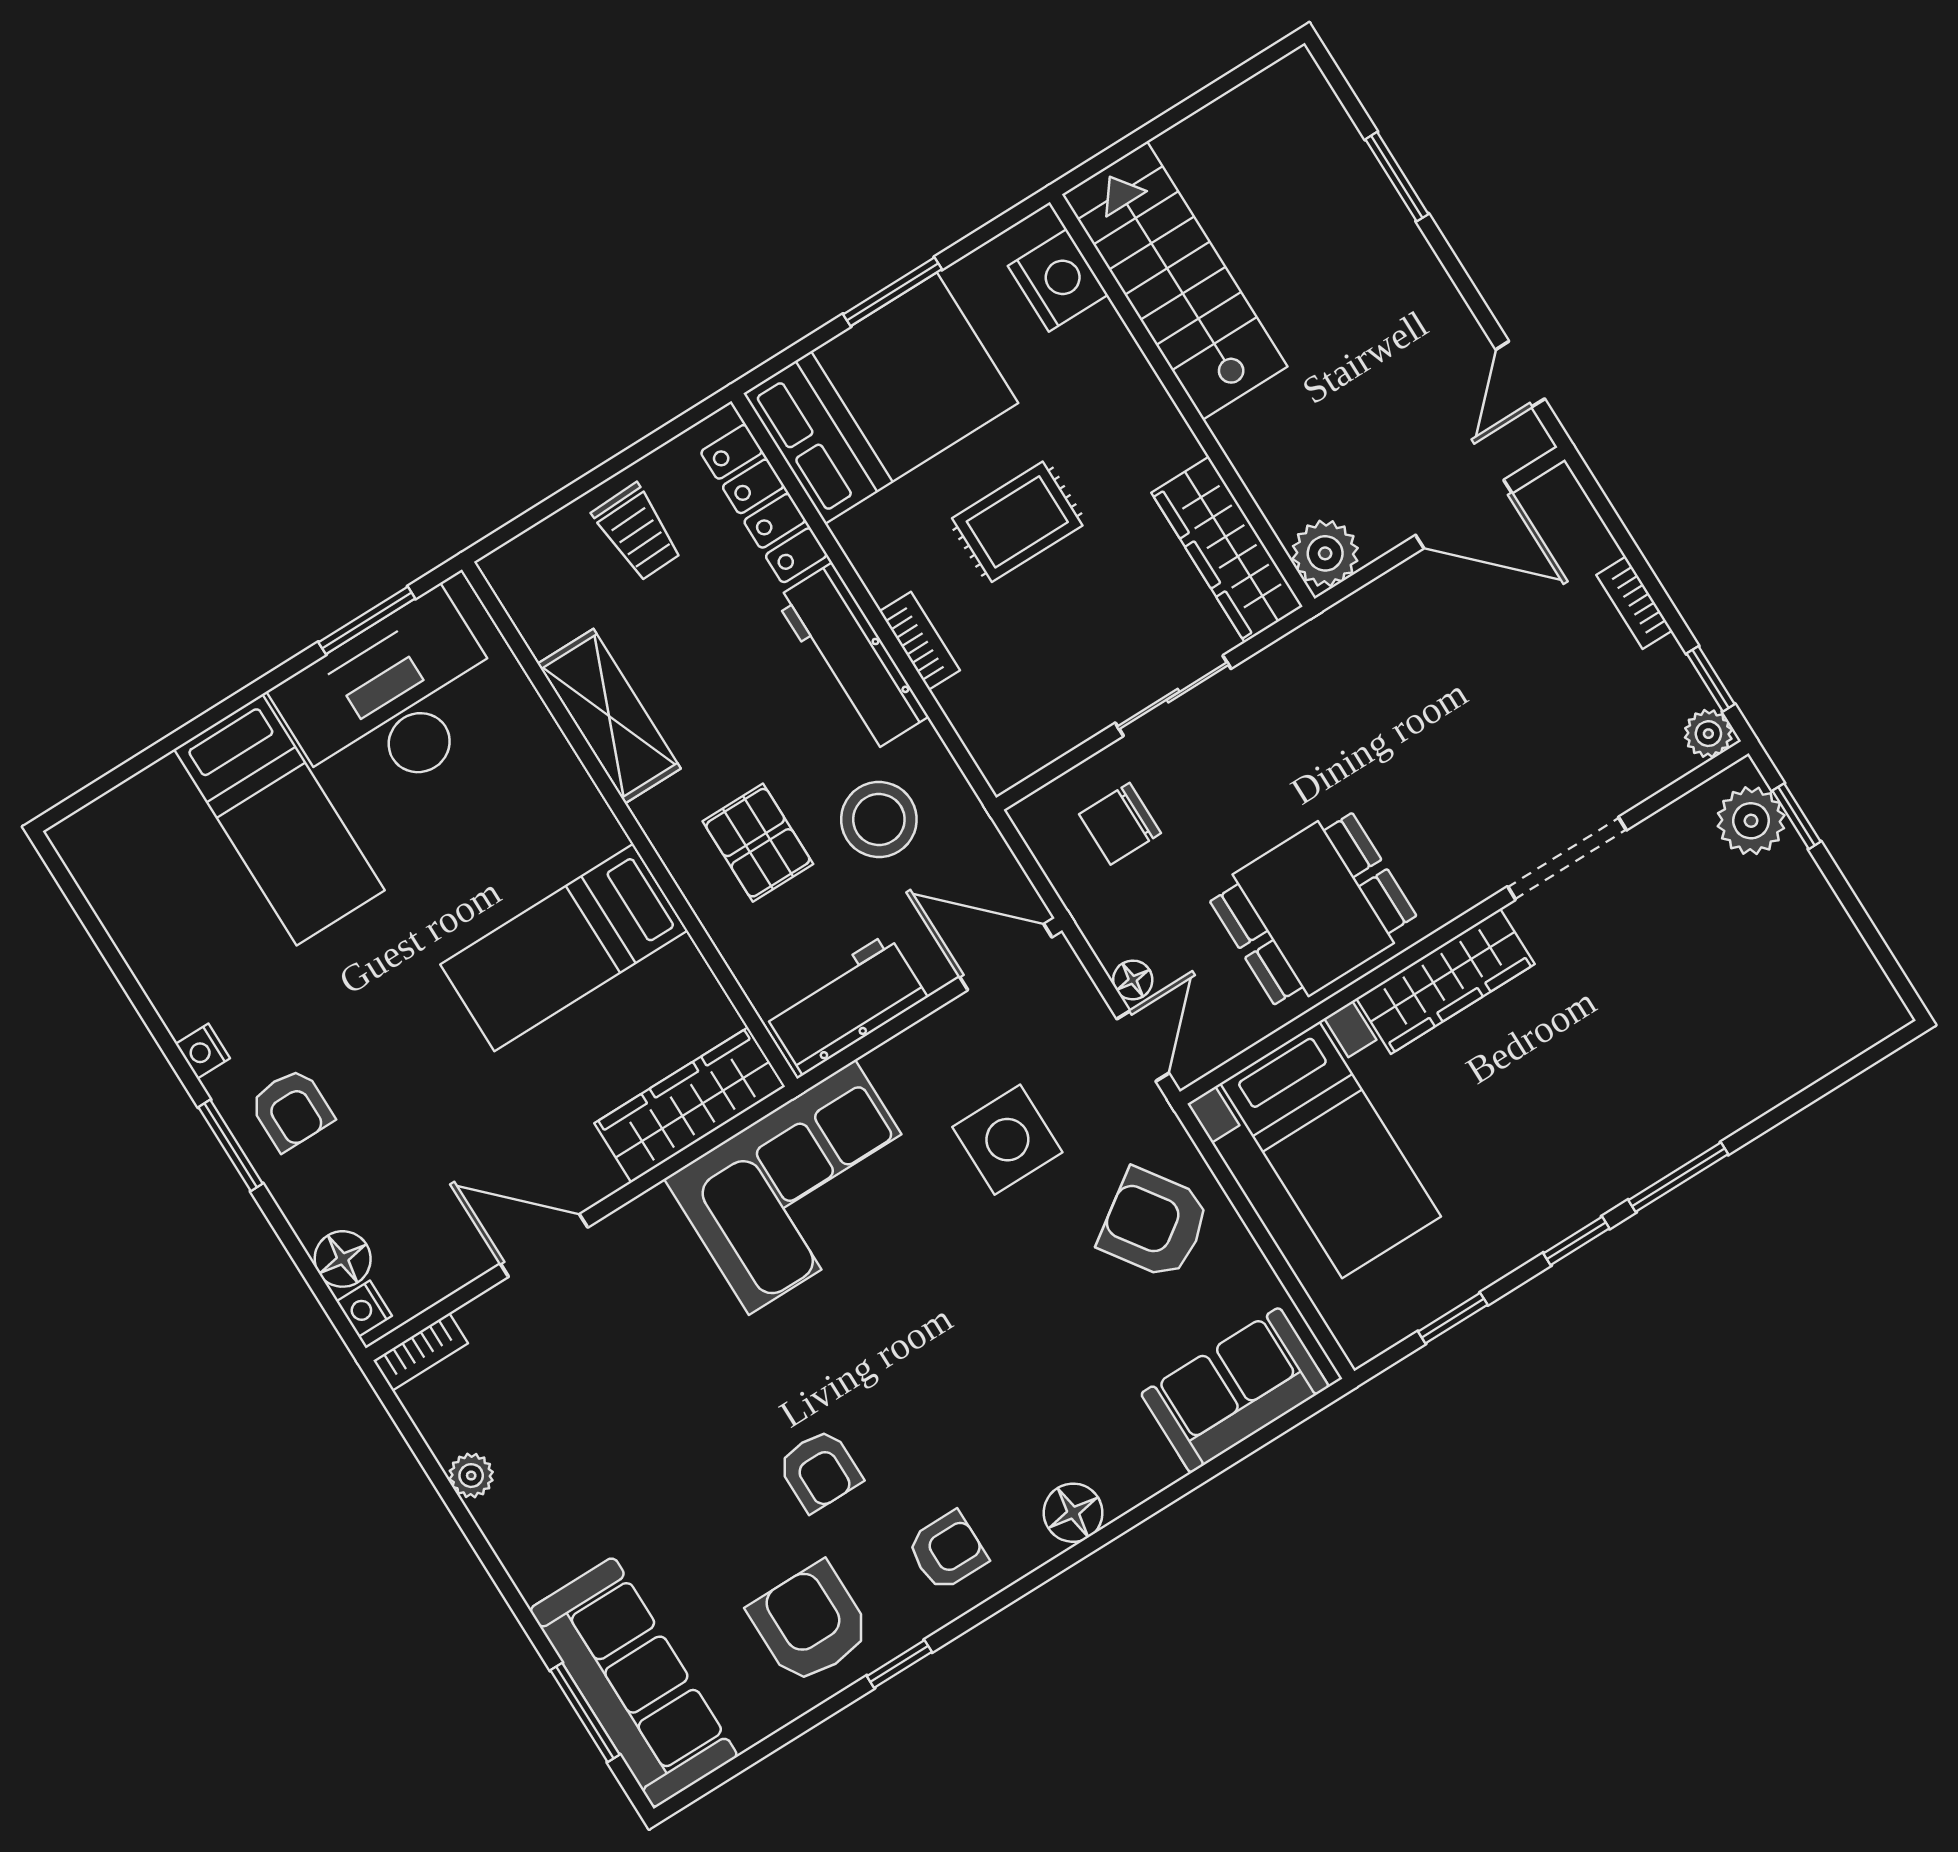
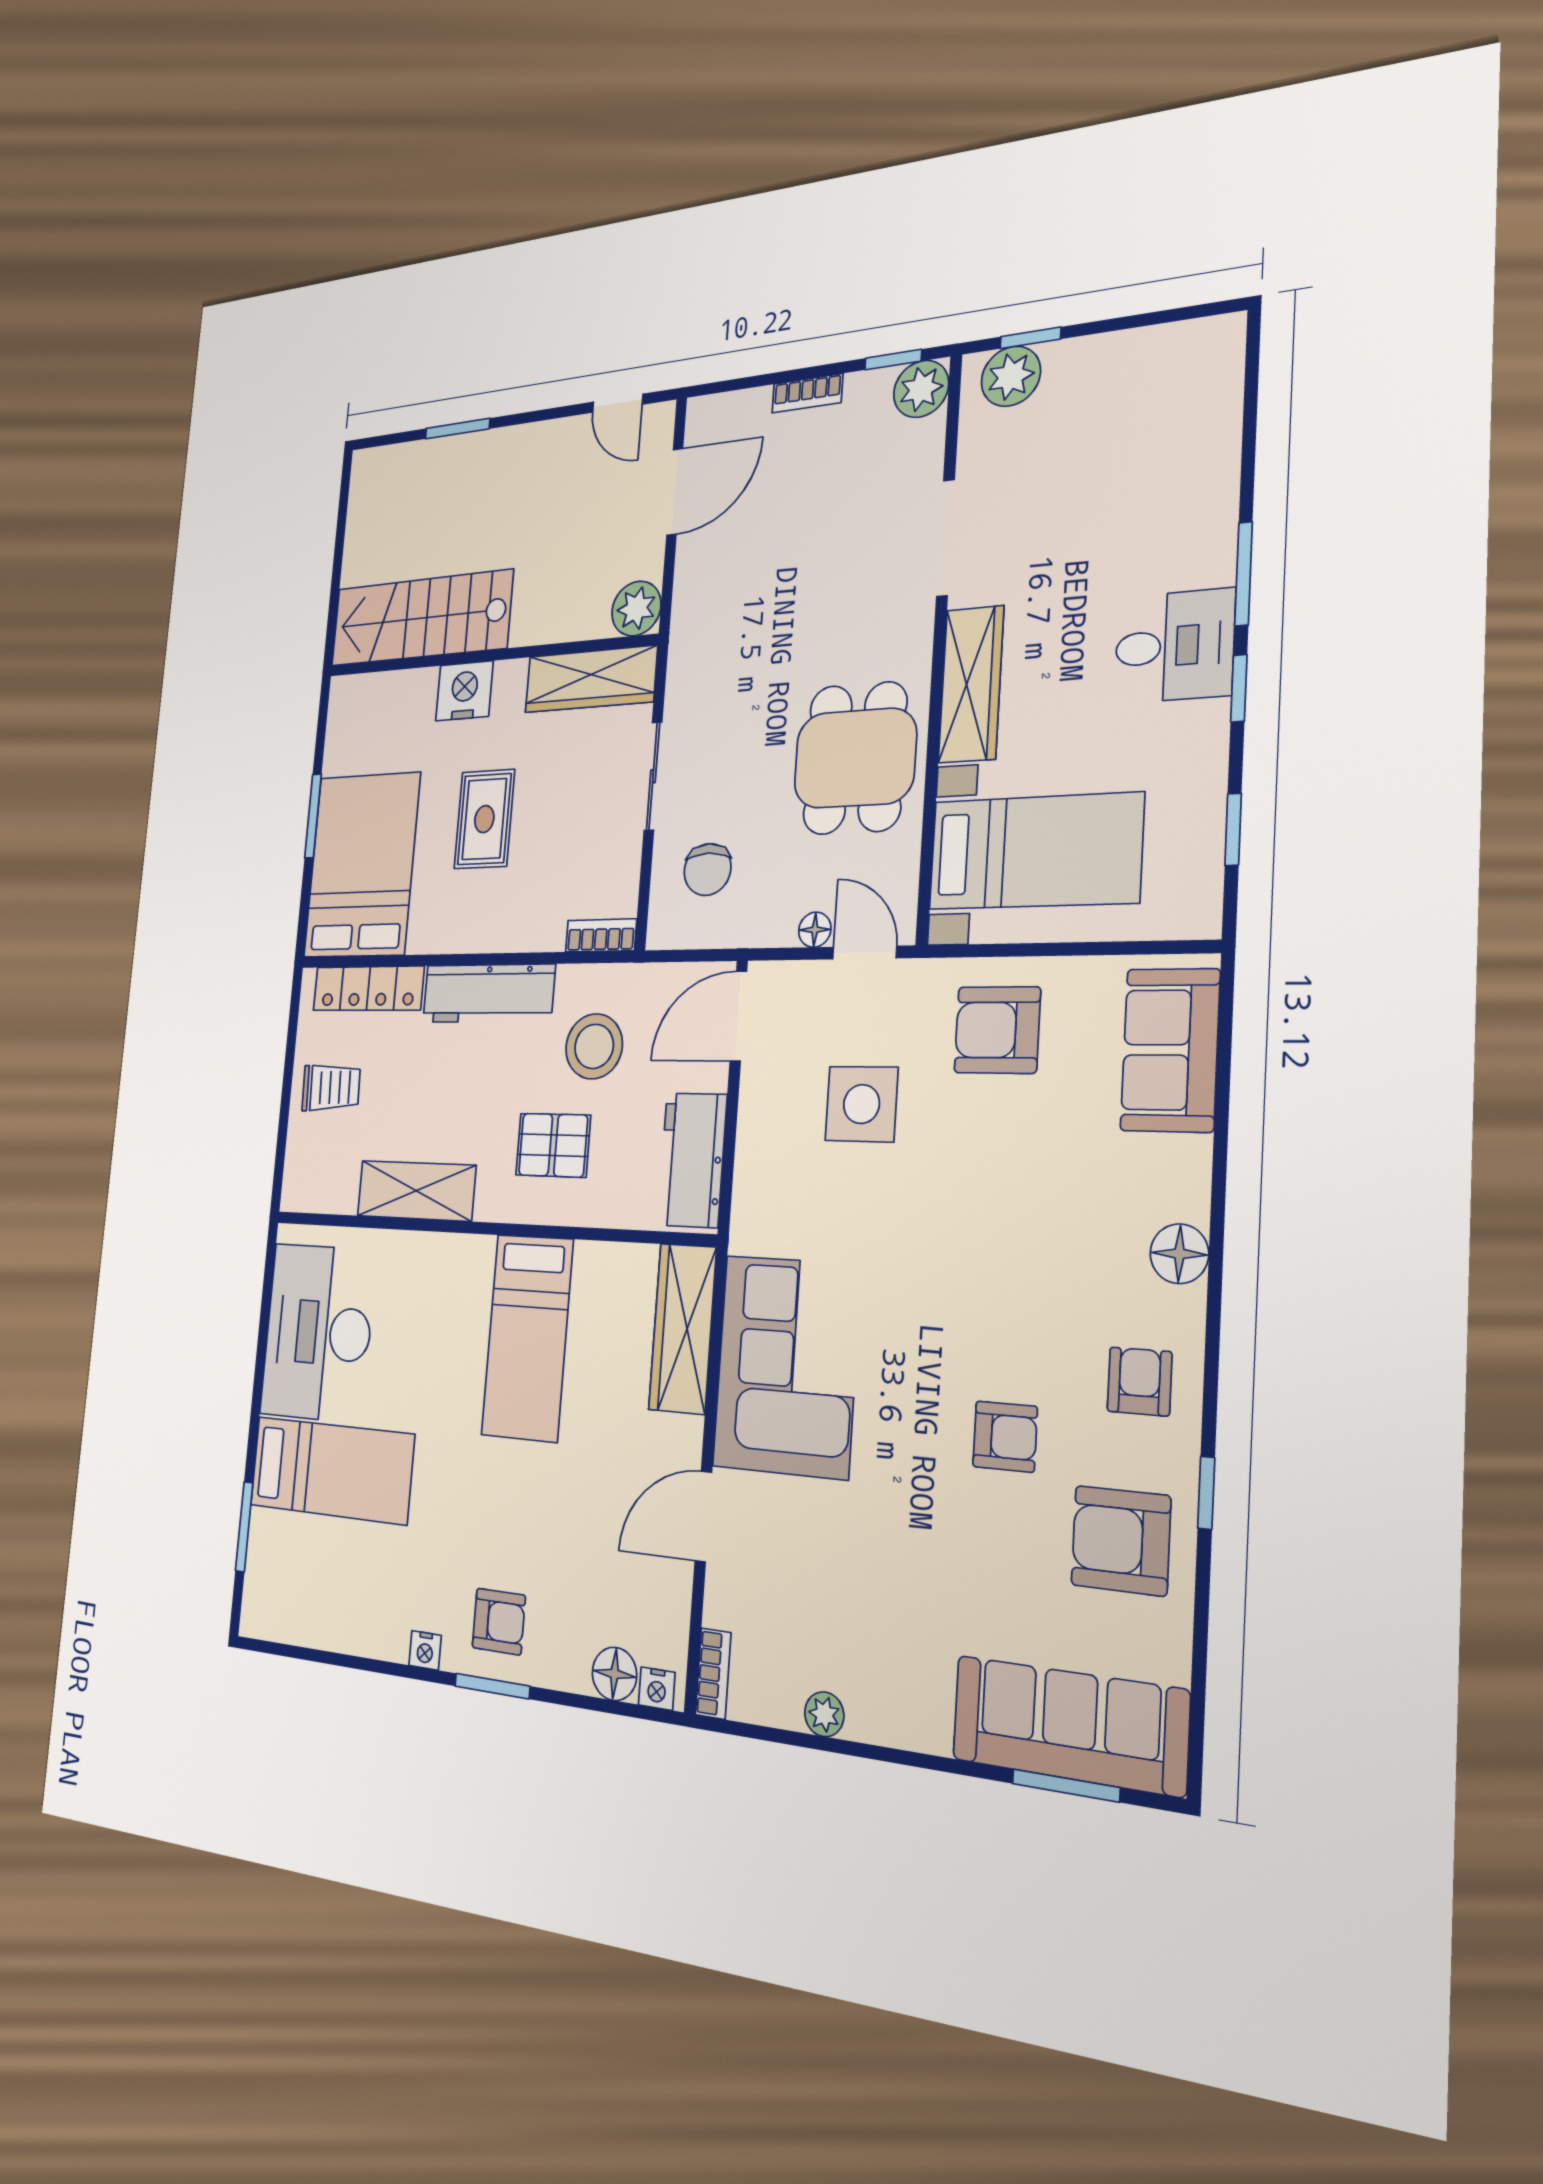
nightstand: (1058, 280) -> (464, 691), moved
window: (367, 620) -> (244, 1527), moved
bookcase: (920, 641) -> (601, 935), moved
plant: (1708, 734) -> (921, 389), width x1.38, depth x1.38
desk: (1583, 1156) -> (1174, 646), added
corner sofa: (802, 1187) -> (787, 1366), moved
armchair: (1154, 1223) -> (997, 1030), turned 35

